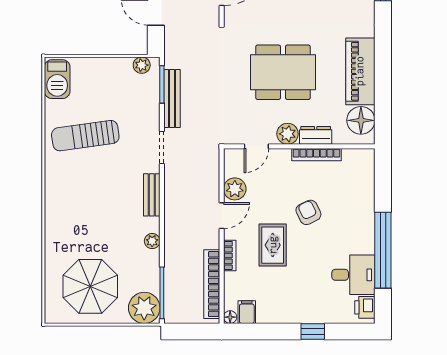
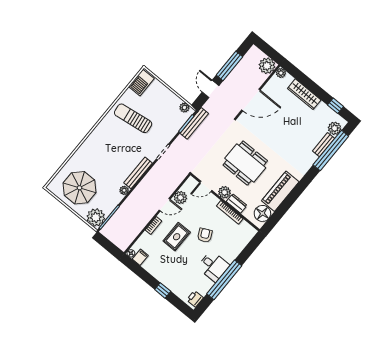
bench: (172, 99) -> (194, 123), moved
bench: (152, 195) -> (138, 173), width x1.36
desk: (353, 275) -> (213, 266), moved
bookcase: (212, 284) -> (135, 232), removed

